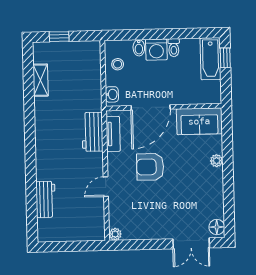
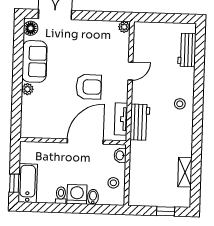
sofa: (199, 121) -> (34, 61), moved, turned 90
stool: (50, 154) -> (180, 104), added
workbench: (46, 199) -> (187, 50), moved

